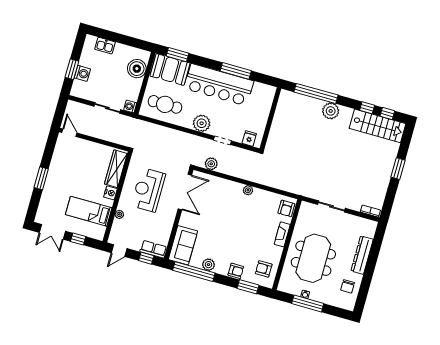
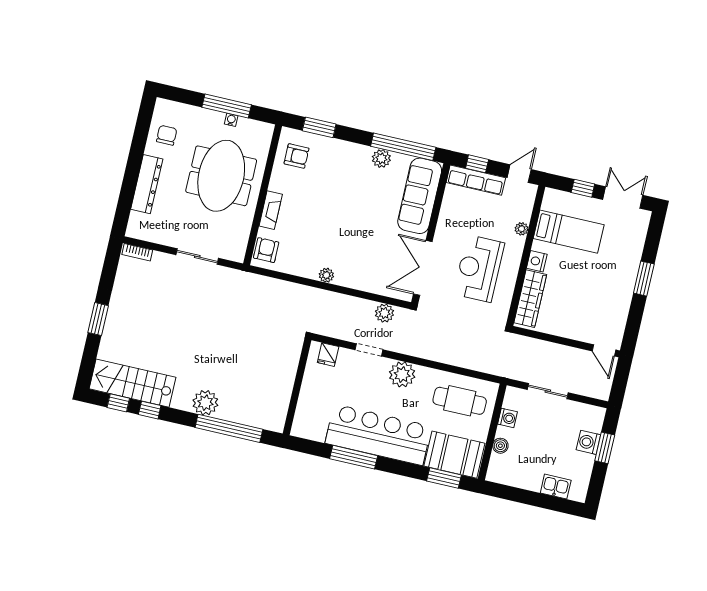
boiler: (137, 69) -> (500, 446), width x0.54, depth x0.54
washing machine: (130, 106) -> (507, 418), moved
reception desk: (148, 190) -> (479, 269), turned 180
sofa: (183, 245) -> (420, 196), width x1.36
row of seats: (153, 249) -> (476, 180), width x1.48
armchair: (236, 271) -> (339, 151), removed

